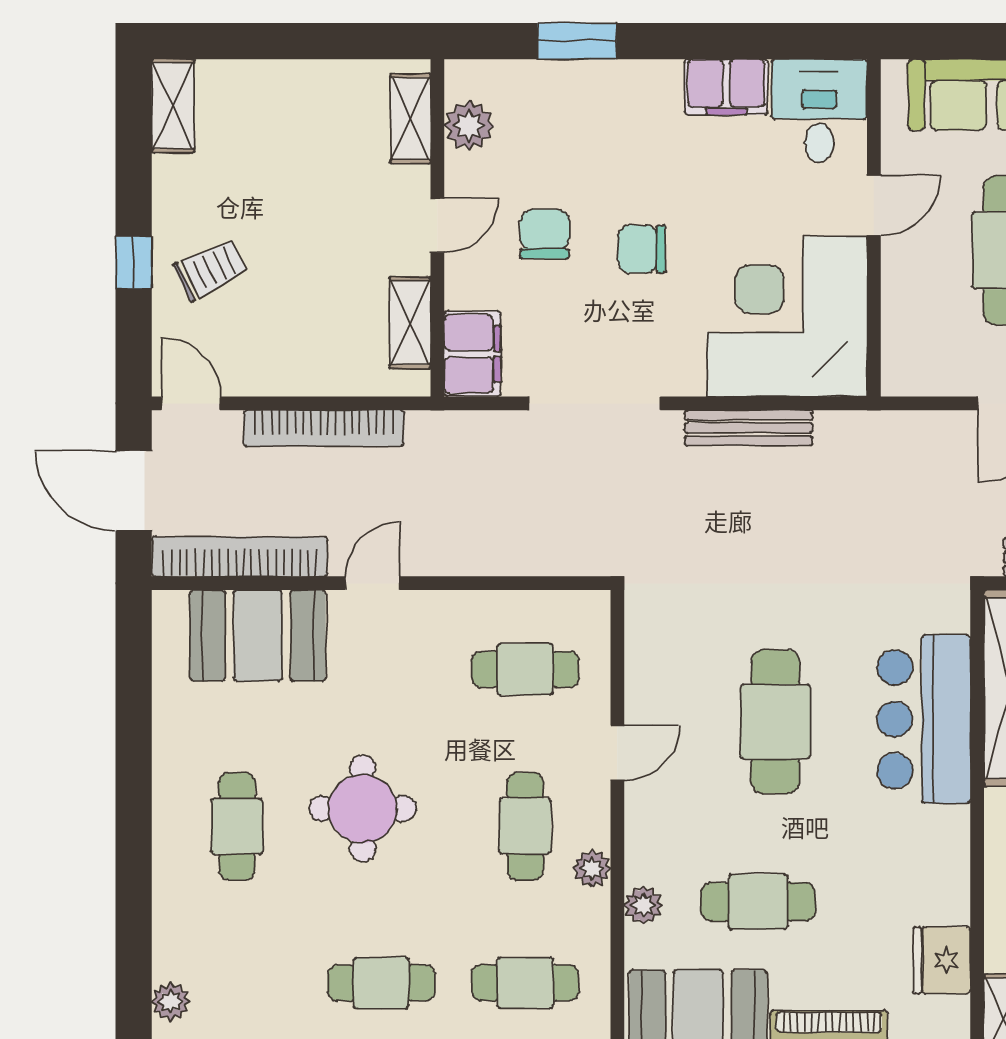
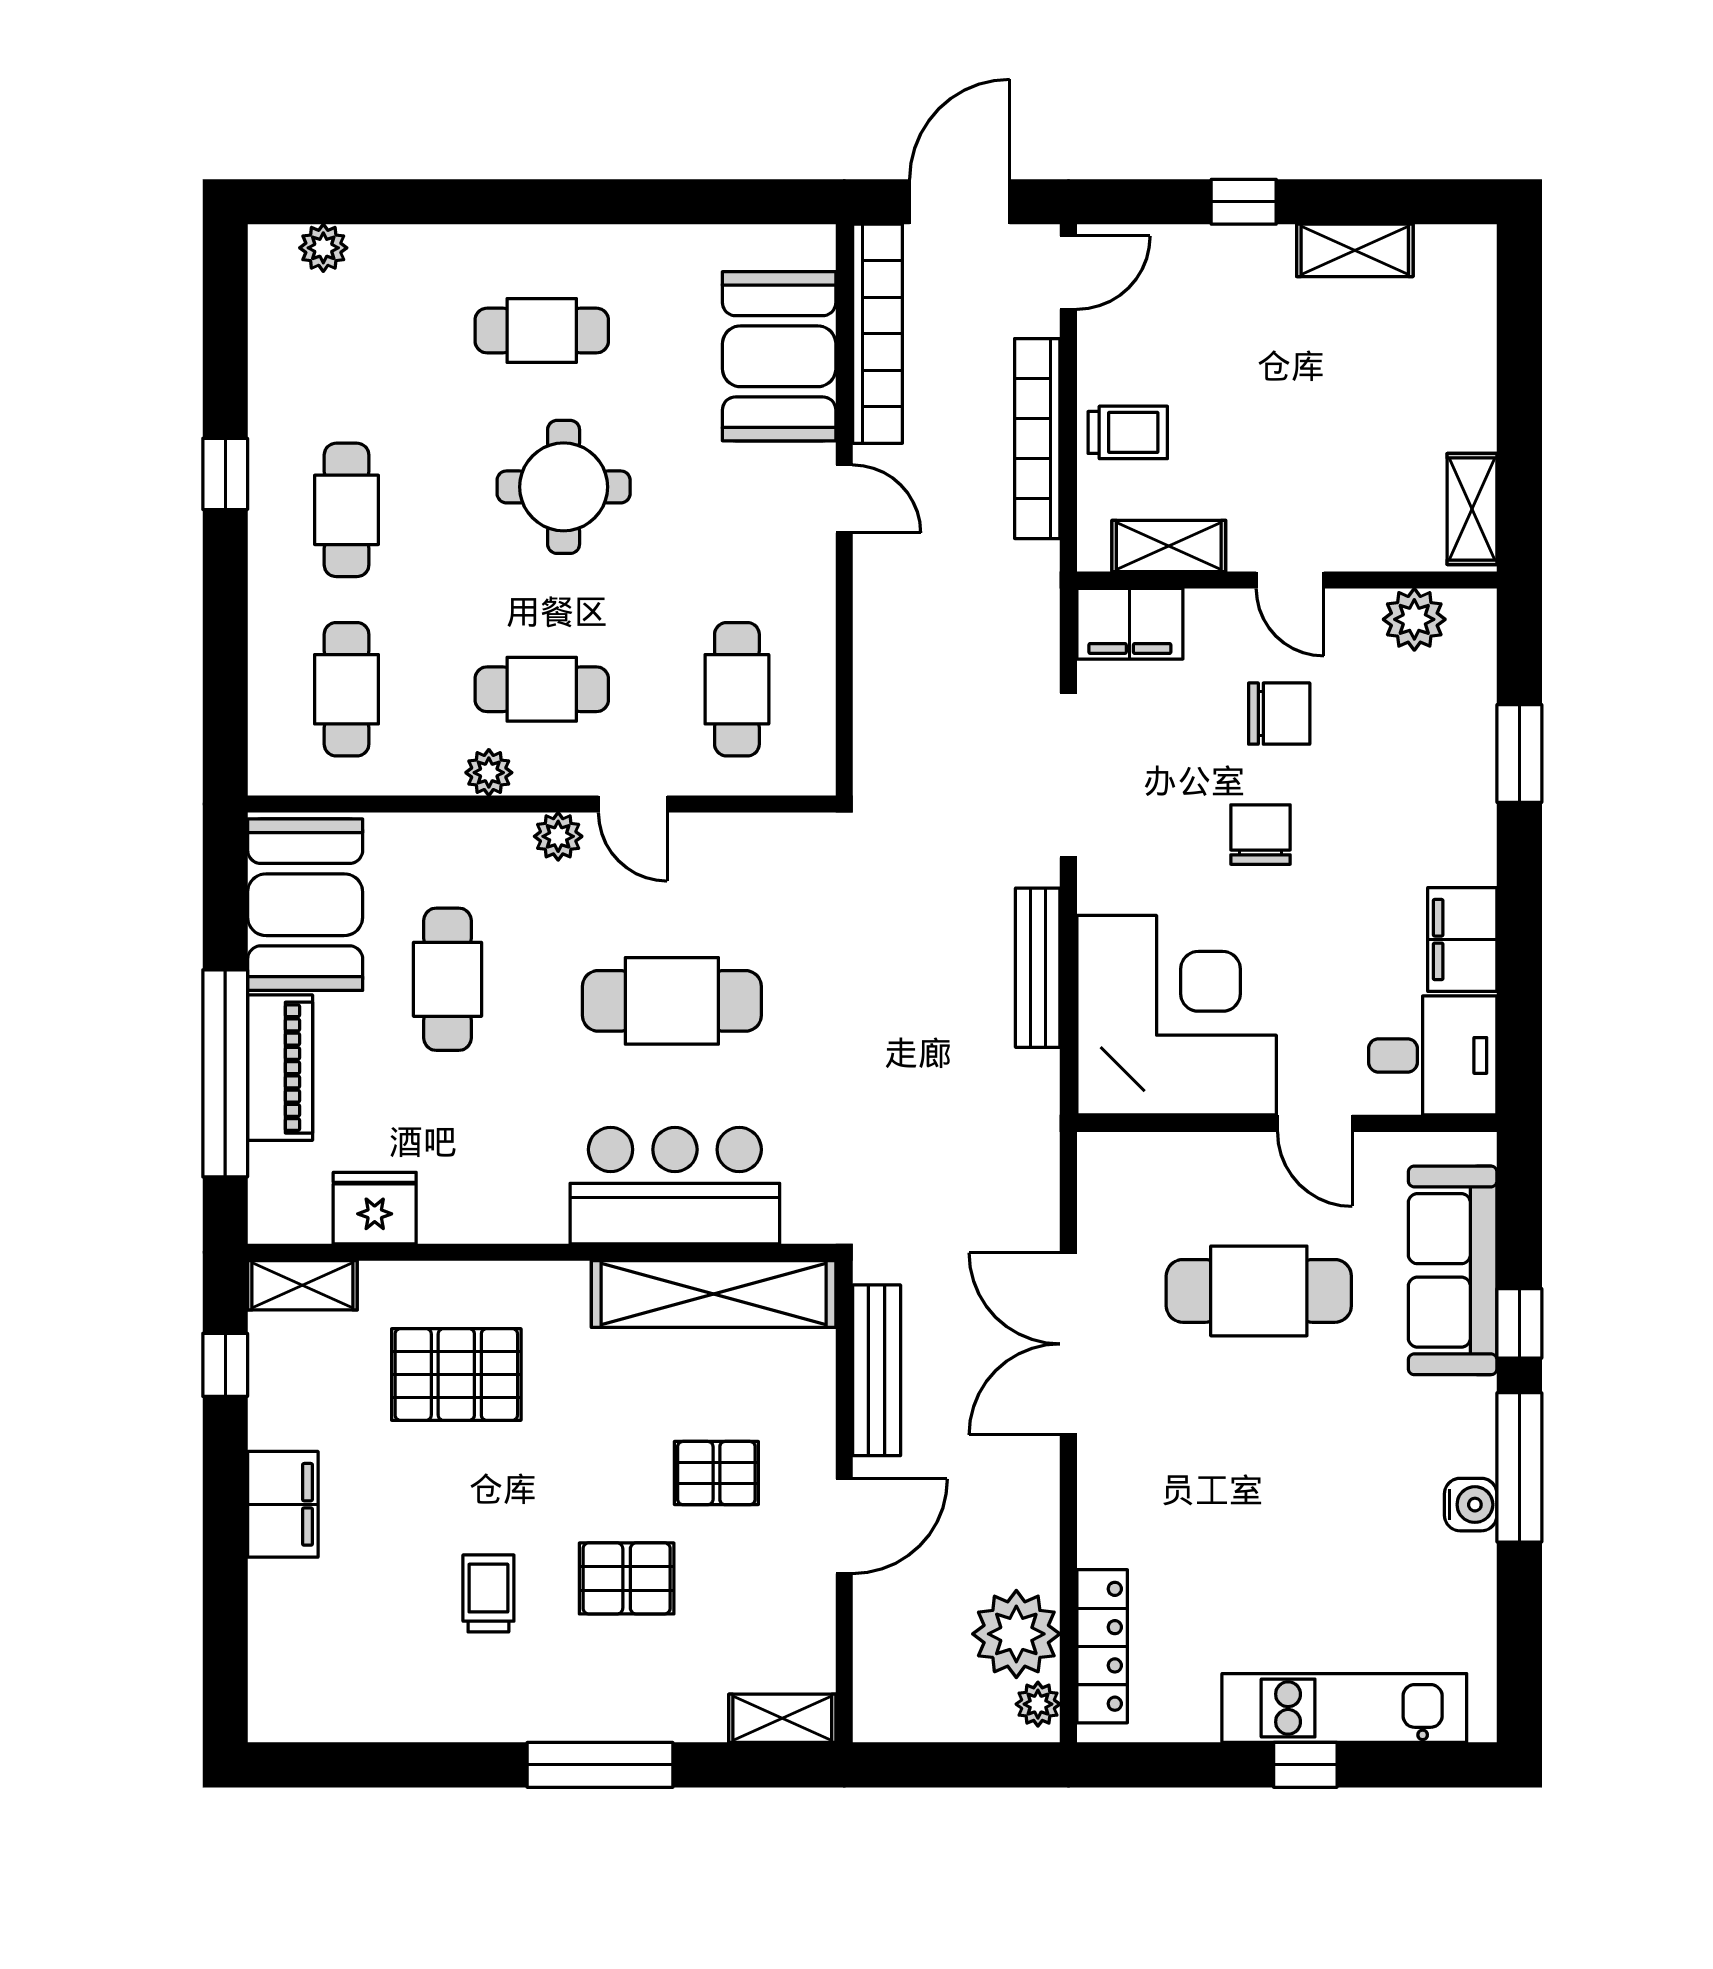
shelving: (173, 106) -> (1355, 250), moved
shelving: (411, 119) -> (1472, 509), moved, turned 90
trolley: (210, 269) -> (1128, 432), moved, turned -64
plant: (643, 905) -> (558, 836), moved

